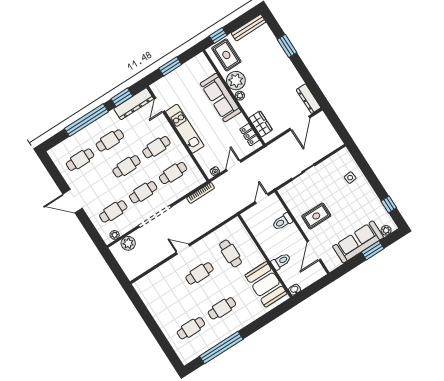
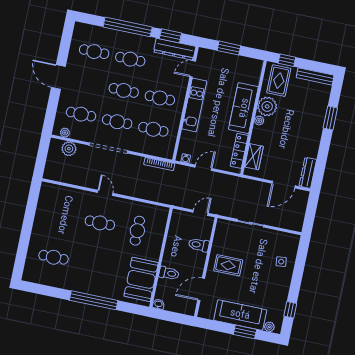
locker: (250, 135) -> (239, 151), width x1.53
cafe table: (222, 308) -> (91, 265), removed
window: (221, 348) -> (94, 300), moved

